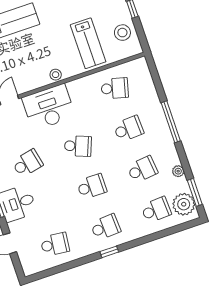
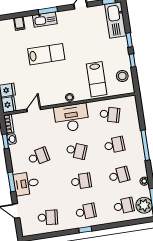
desk: (49, 107) -> (72, 118), moved

